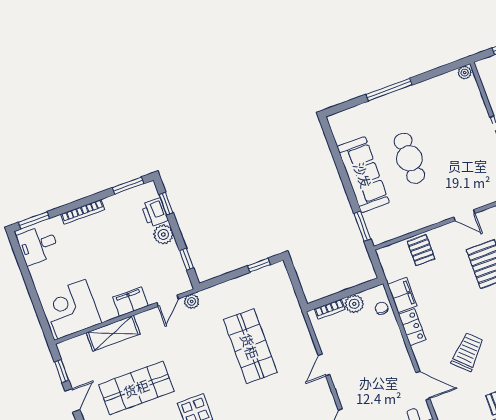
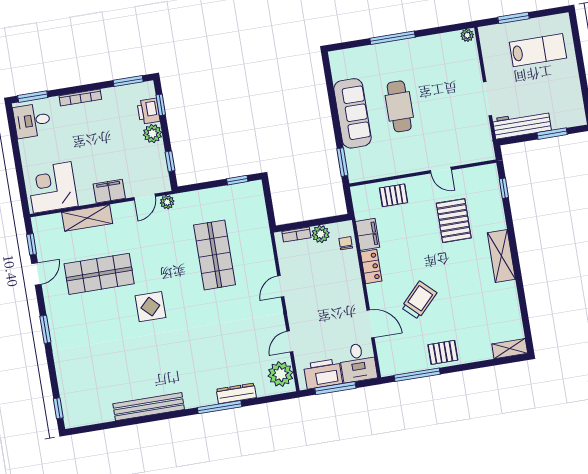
pallet: (421, 250) -> (394, 195), turned 90

